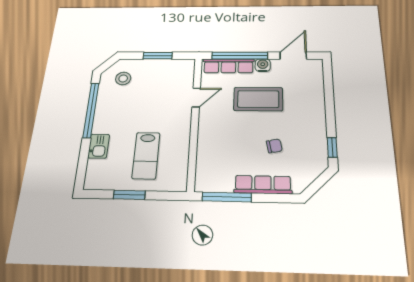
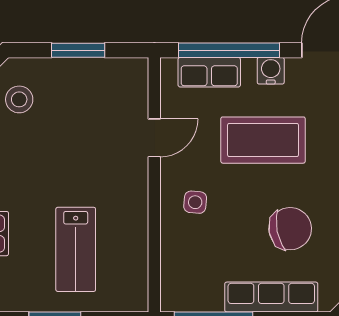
row of seats: (228, 66) -> (209, 72), width x0.68
side table: (218, 131) -> (195, 202), added
chair: (274, 146) -> (290, 229), width x1.87, depth x1.87

